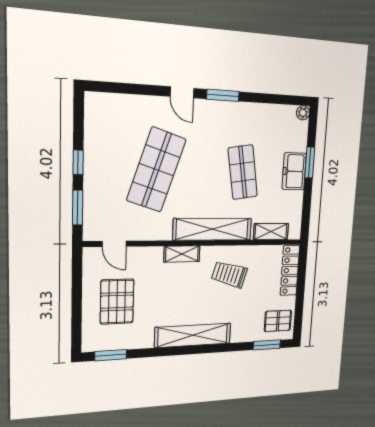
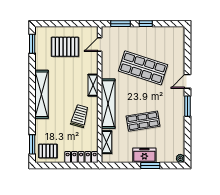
pallet: (278, 321) -> (48, 151), turned 90

